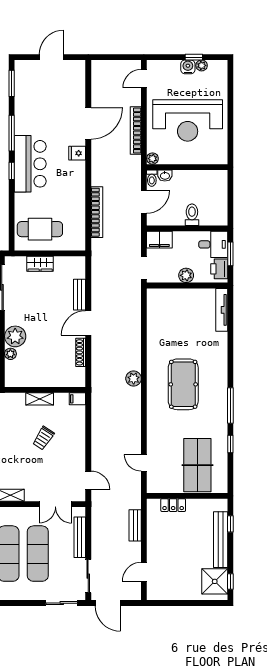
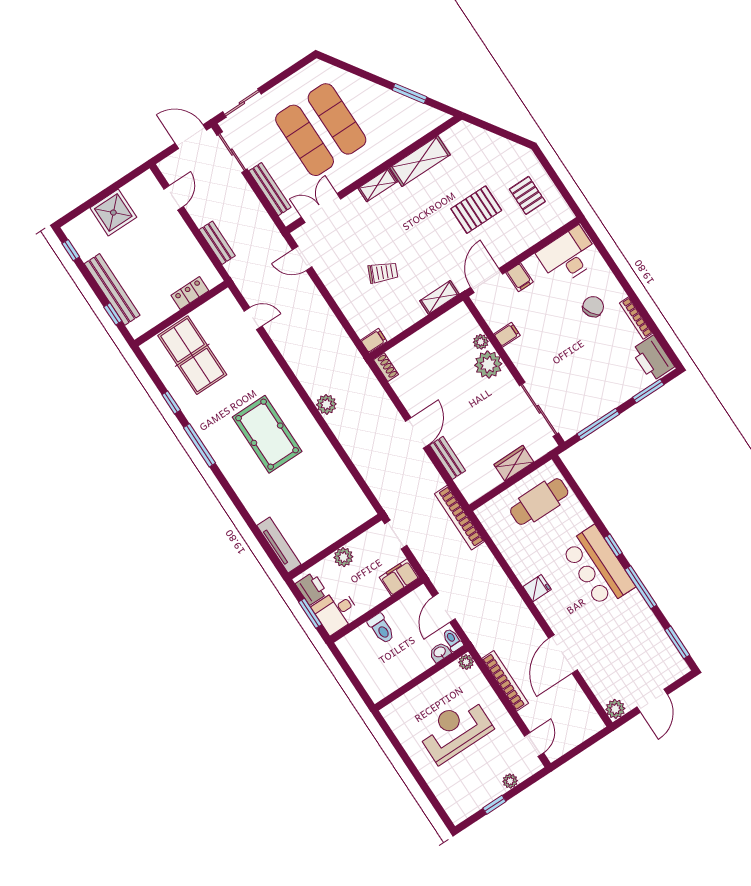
plant: (202, 65) -> (510, 781), moved
plant: (78, 67) -> (615, 709), added
water cooler: (188, 67) -> (494, 790), removed
reception desk: (188, 120) -> (455, 730), width x0.74, depth x0.77
fridge: (77, 153) -> (537, 588), moved
bookcase: (97, 212) -> (459, 518), moved
shoe rack: (81, 352) -> (386, 367), moved, width x0.70
shelving: (40, 399) -> (439, 297), moved
trolley: (43, 438) -> (383, 272), turned 81
shower: (215, 581) -> (113, 213), moved

